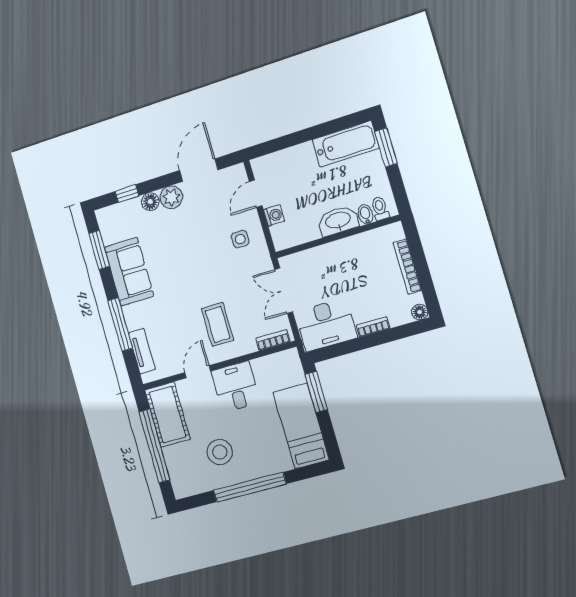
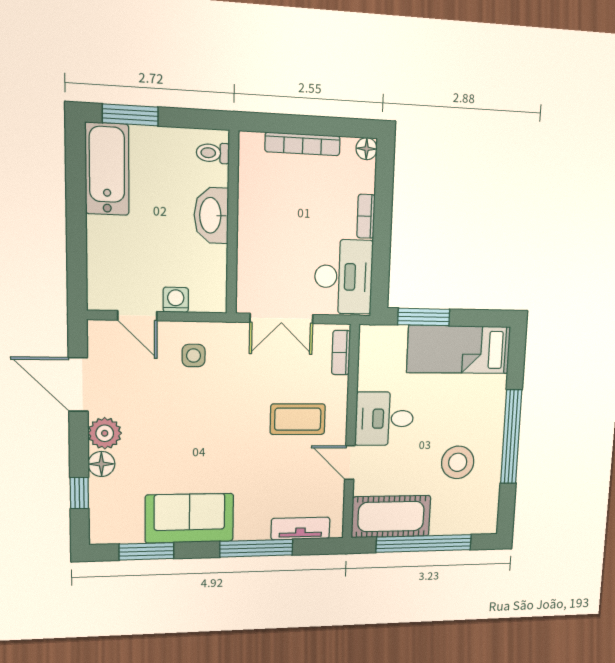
bidet: (365, 214) -> (215, 175), removed

